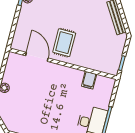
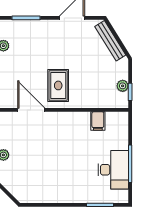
plant: (117, 57) -> (123, 86), added

